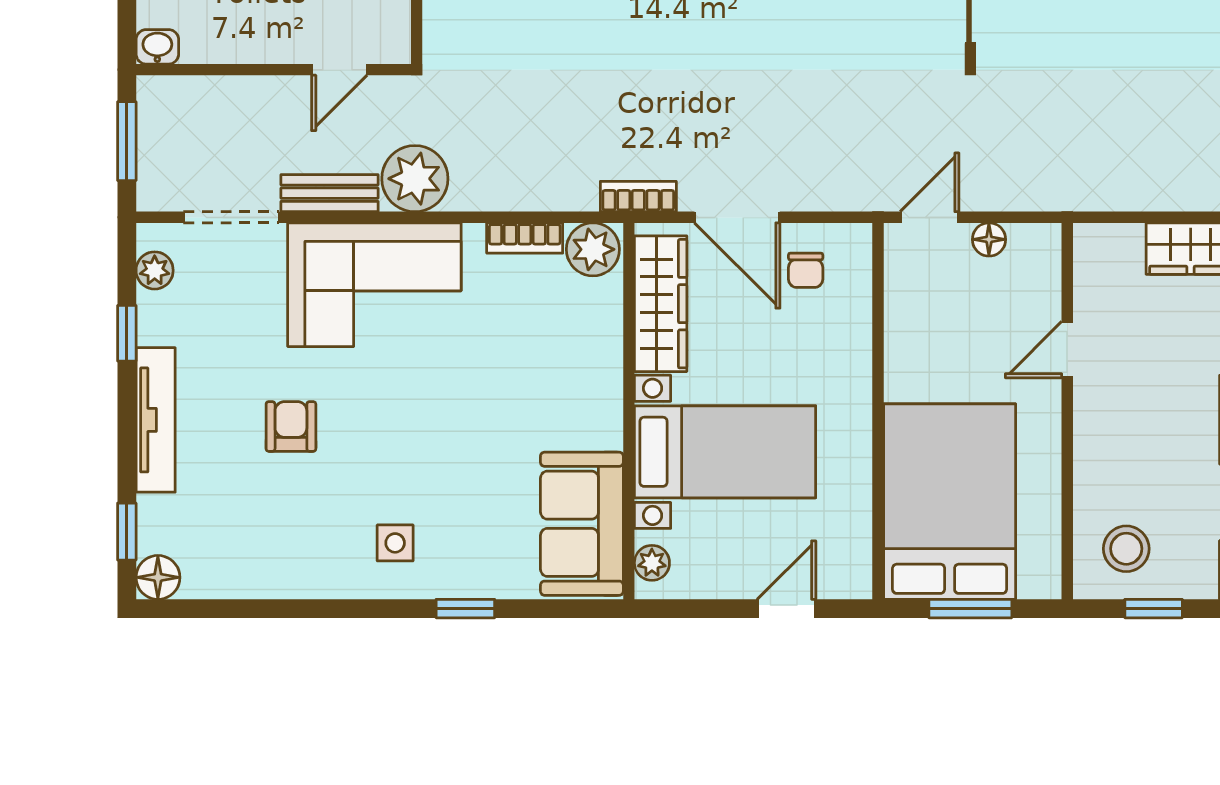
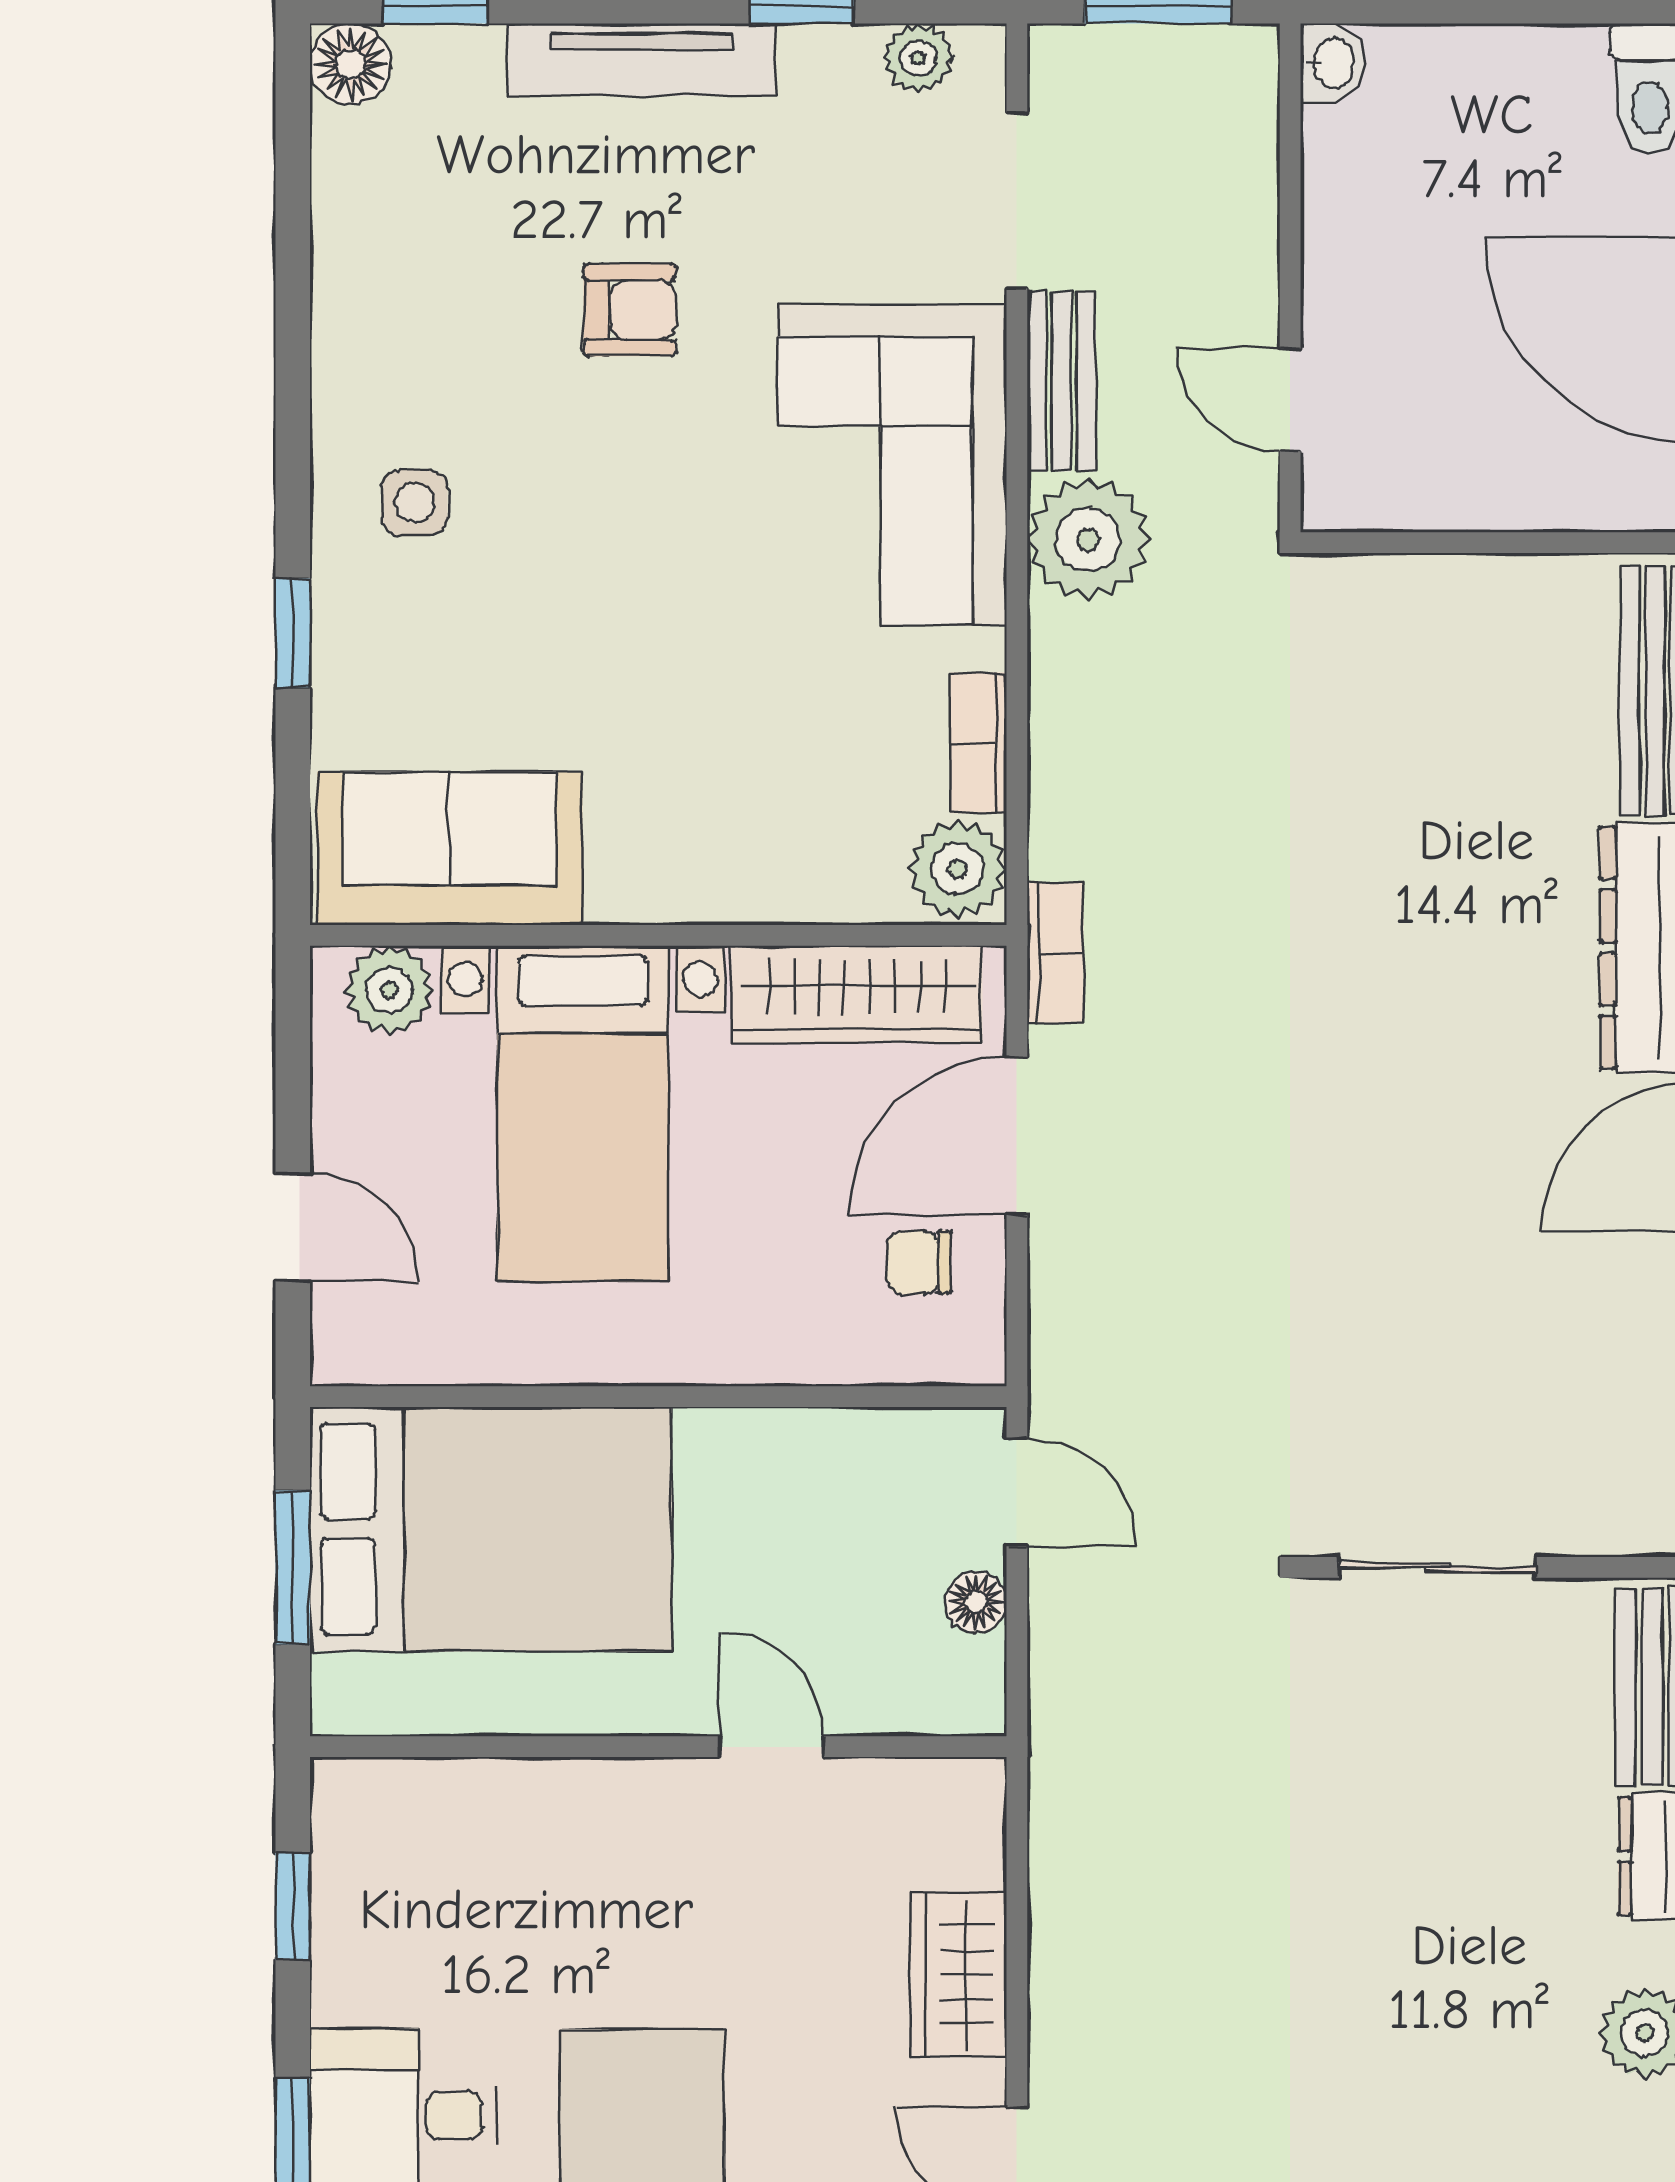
stool: (1126, 549) -> (403, 1856), removed
plant: (652, 563) -> (390, 990), width x1.38, depth x1.38

